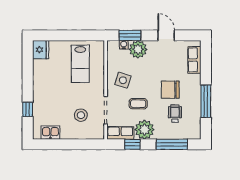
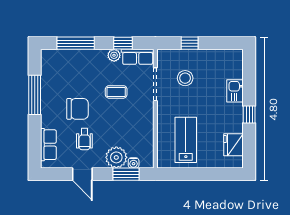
fridge: (41, 50) -> (234, 145), moved
side table: (123, 80) -> (134, 120), removed
window: (28, 109) -> (249, 115), moved
wheelchair: (175, 114) -> (84, 139), moved
plant: (144, 130) -> (114, 55), width x0.53, depth x0.53
kitchen sink: (50, 133) -> (235, 91), moved, turned 90
window: (77, 144) -> (190, 43), added

